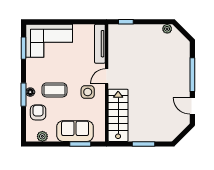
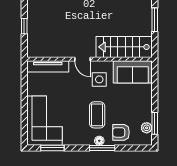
window: (126, 22) -> (24, 26), moved
sofa: (75, 131) -> (133, 72), moved, turned -90
window: (80, 144) -> (155, 123), moved

